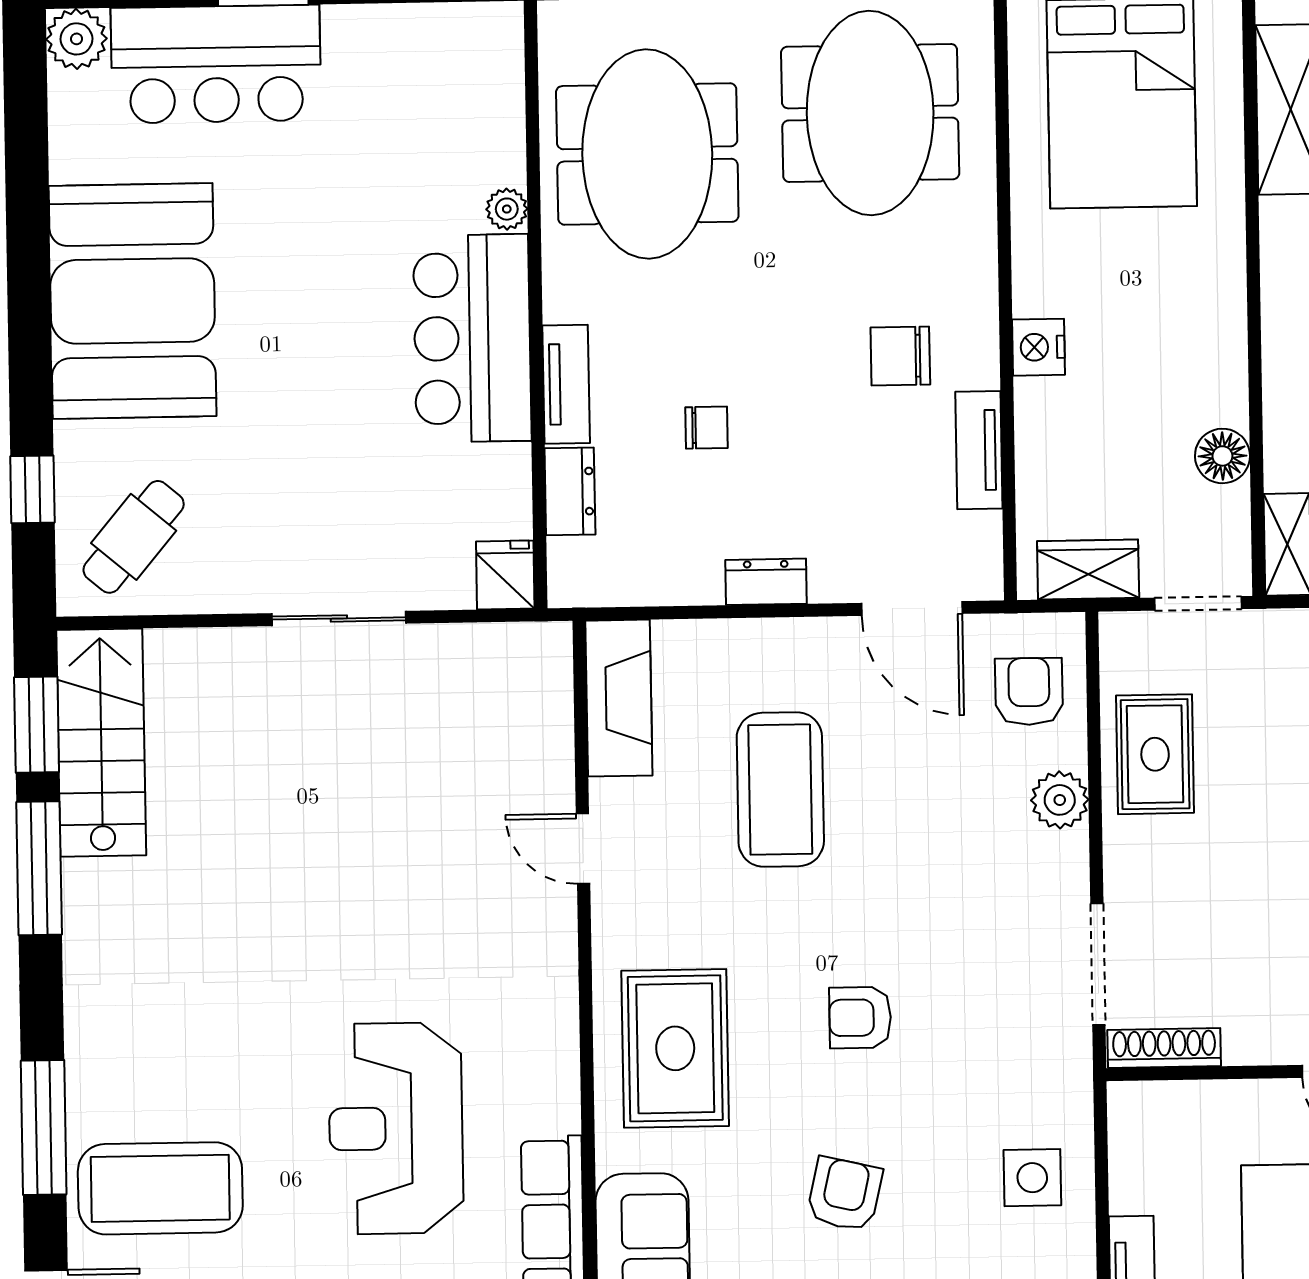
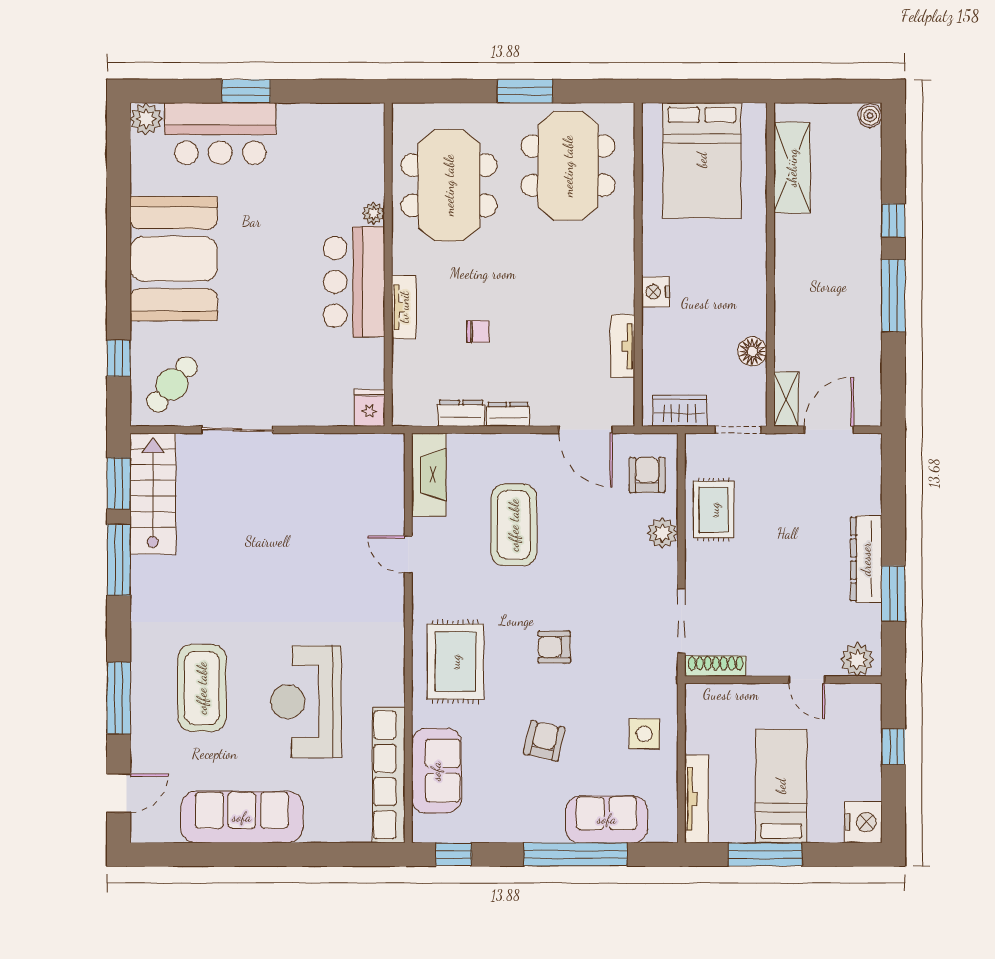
chair: (900, 356) -> (582, 295), removed
dresser: (570, 491) -> (461, 413), moved, turned -90
sliding door: (339, 618) -> (237, 430), moved
coffee table: (160, 1188) -> (202, 688), moved, turned 90

